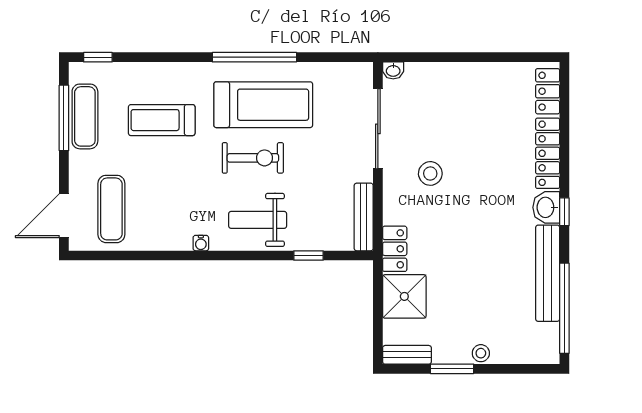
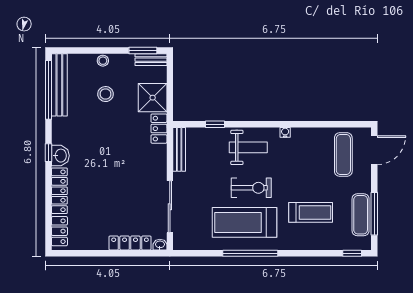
locker: (439, 73) -> (130, 243), added
exercise bike: (253, 158) -> (251, 188), turned 180
stool: (430, 173) -> (106, 94), moved
bench: (548, 273) -> (59, 85), moved
window: (452, 369) -> (143, 50), moved

